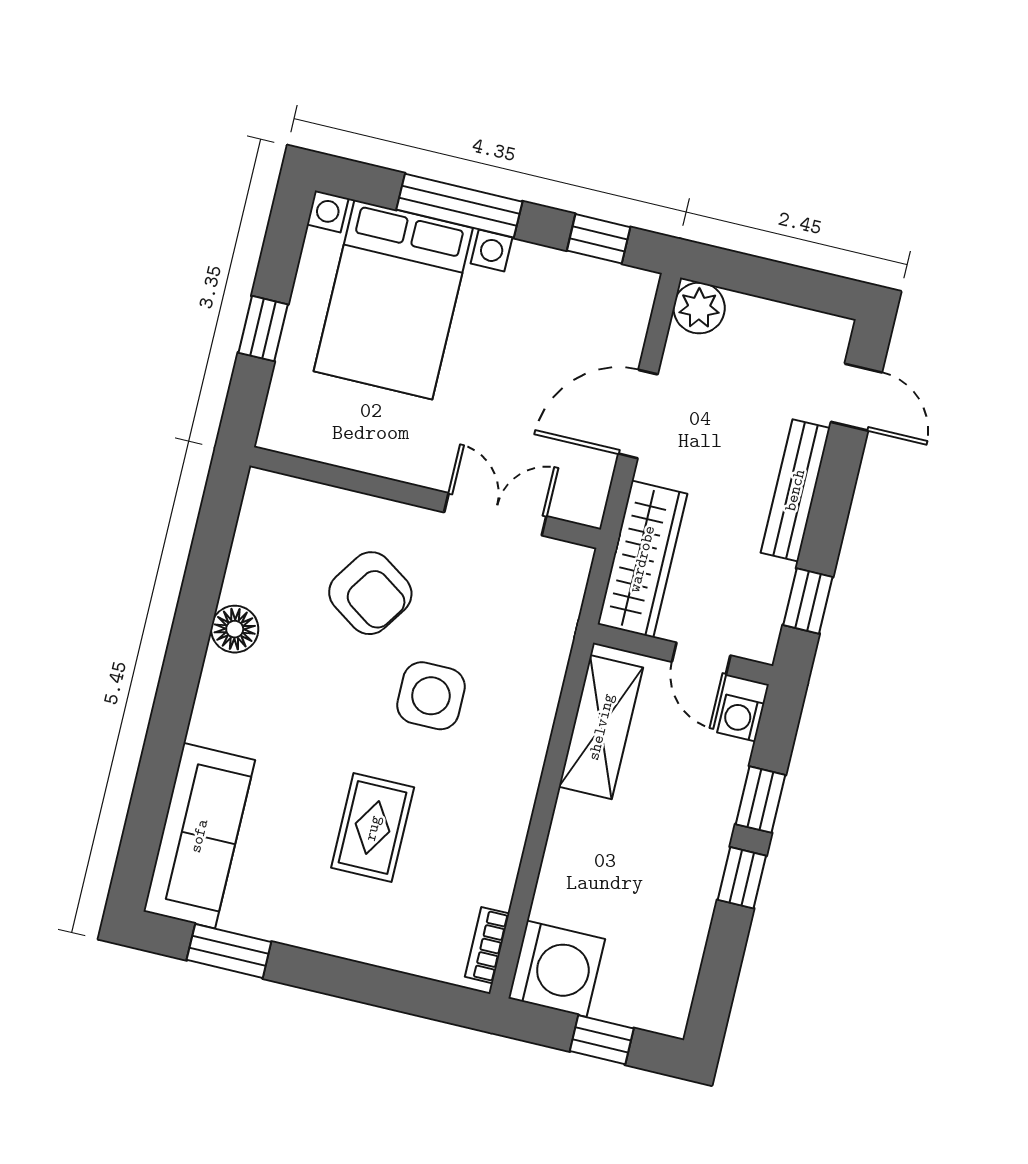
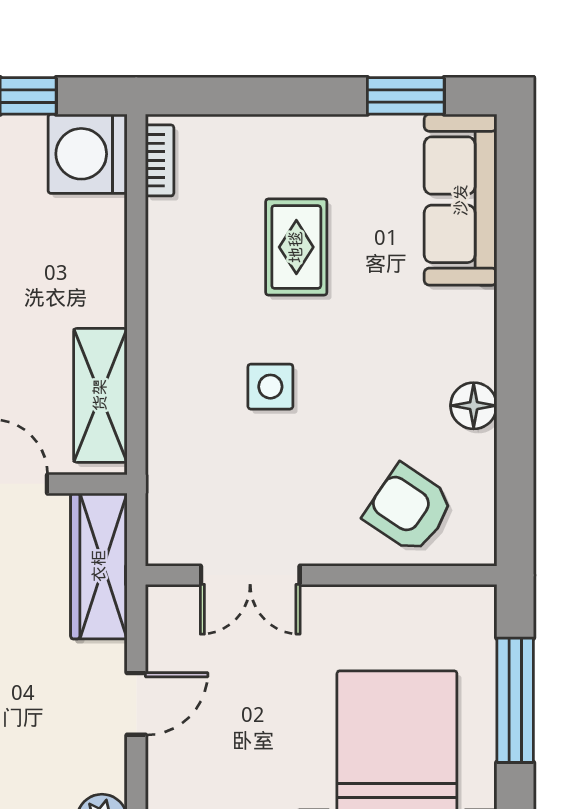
window: (263, 329) -> (515, 700), width x2.17
door: (638, 414) -> (136, 704), width x0.73
armchair: (370, 593) -> (409, 509), moved
side table: (431, 696) -> (270, 387), width x0.73, depth x0.73

